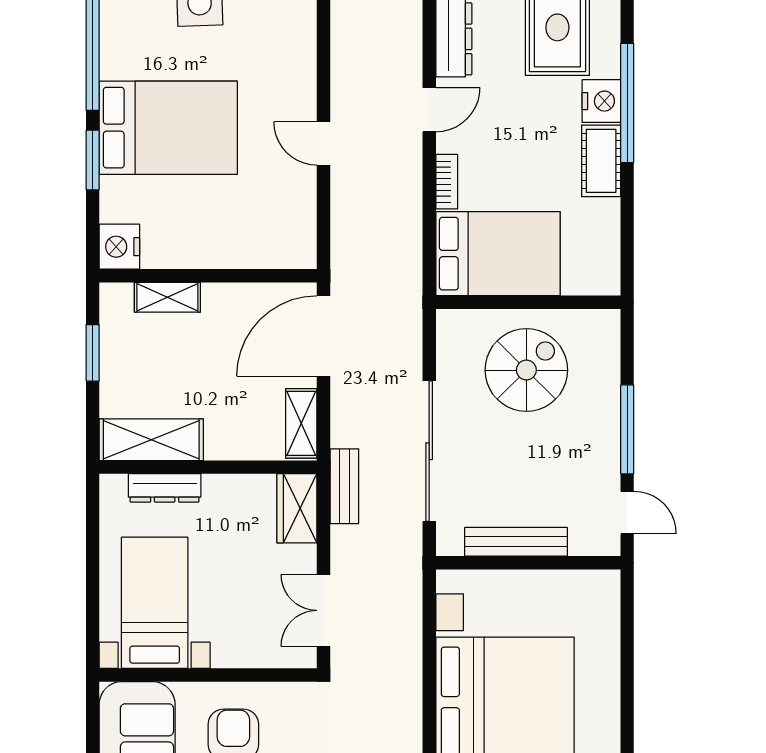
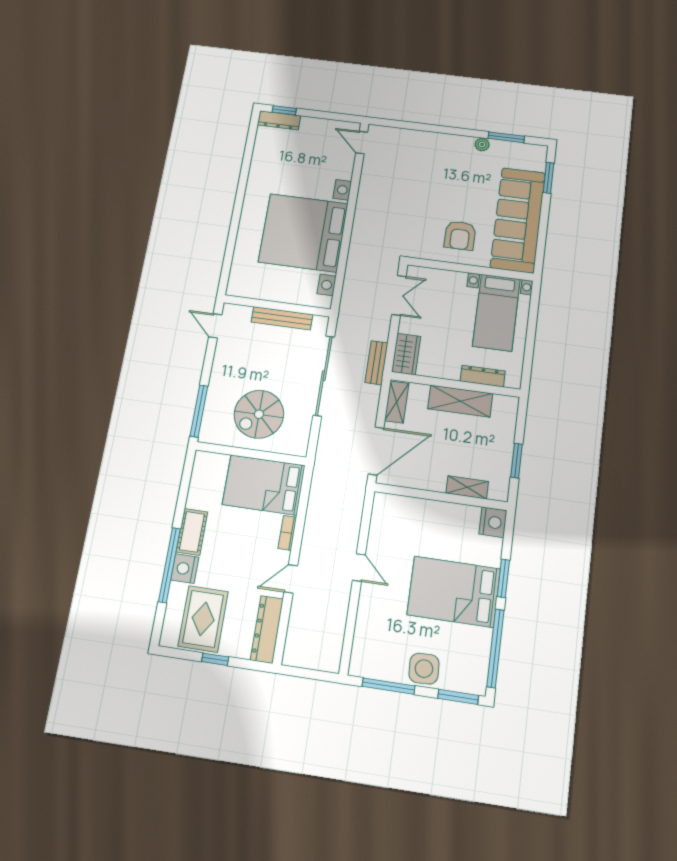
window: (627, 429) -> (199, 411), moved
shelving: (151, 440) -> (460, 401), moved

